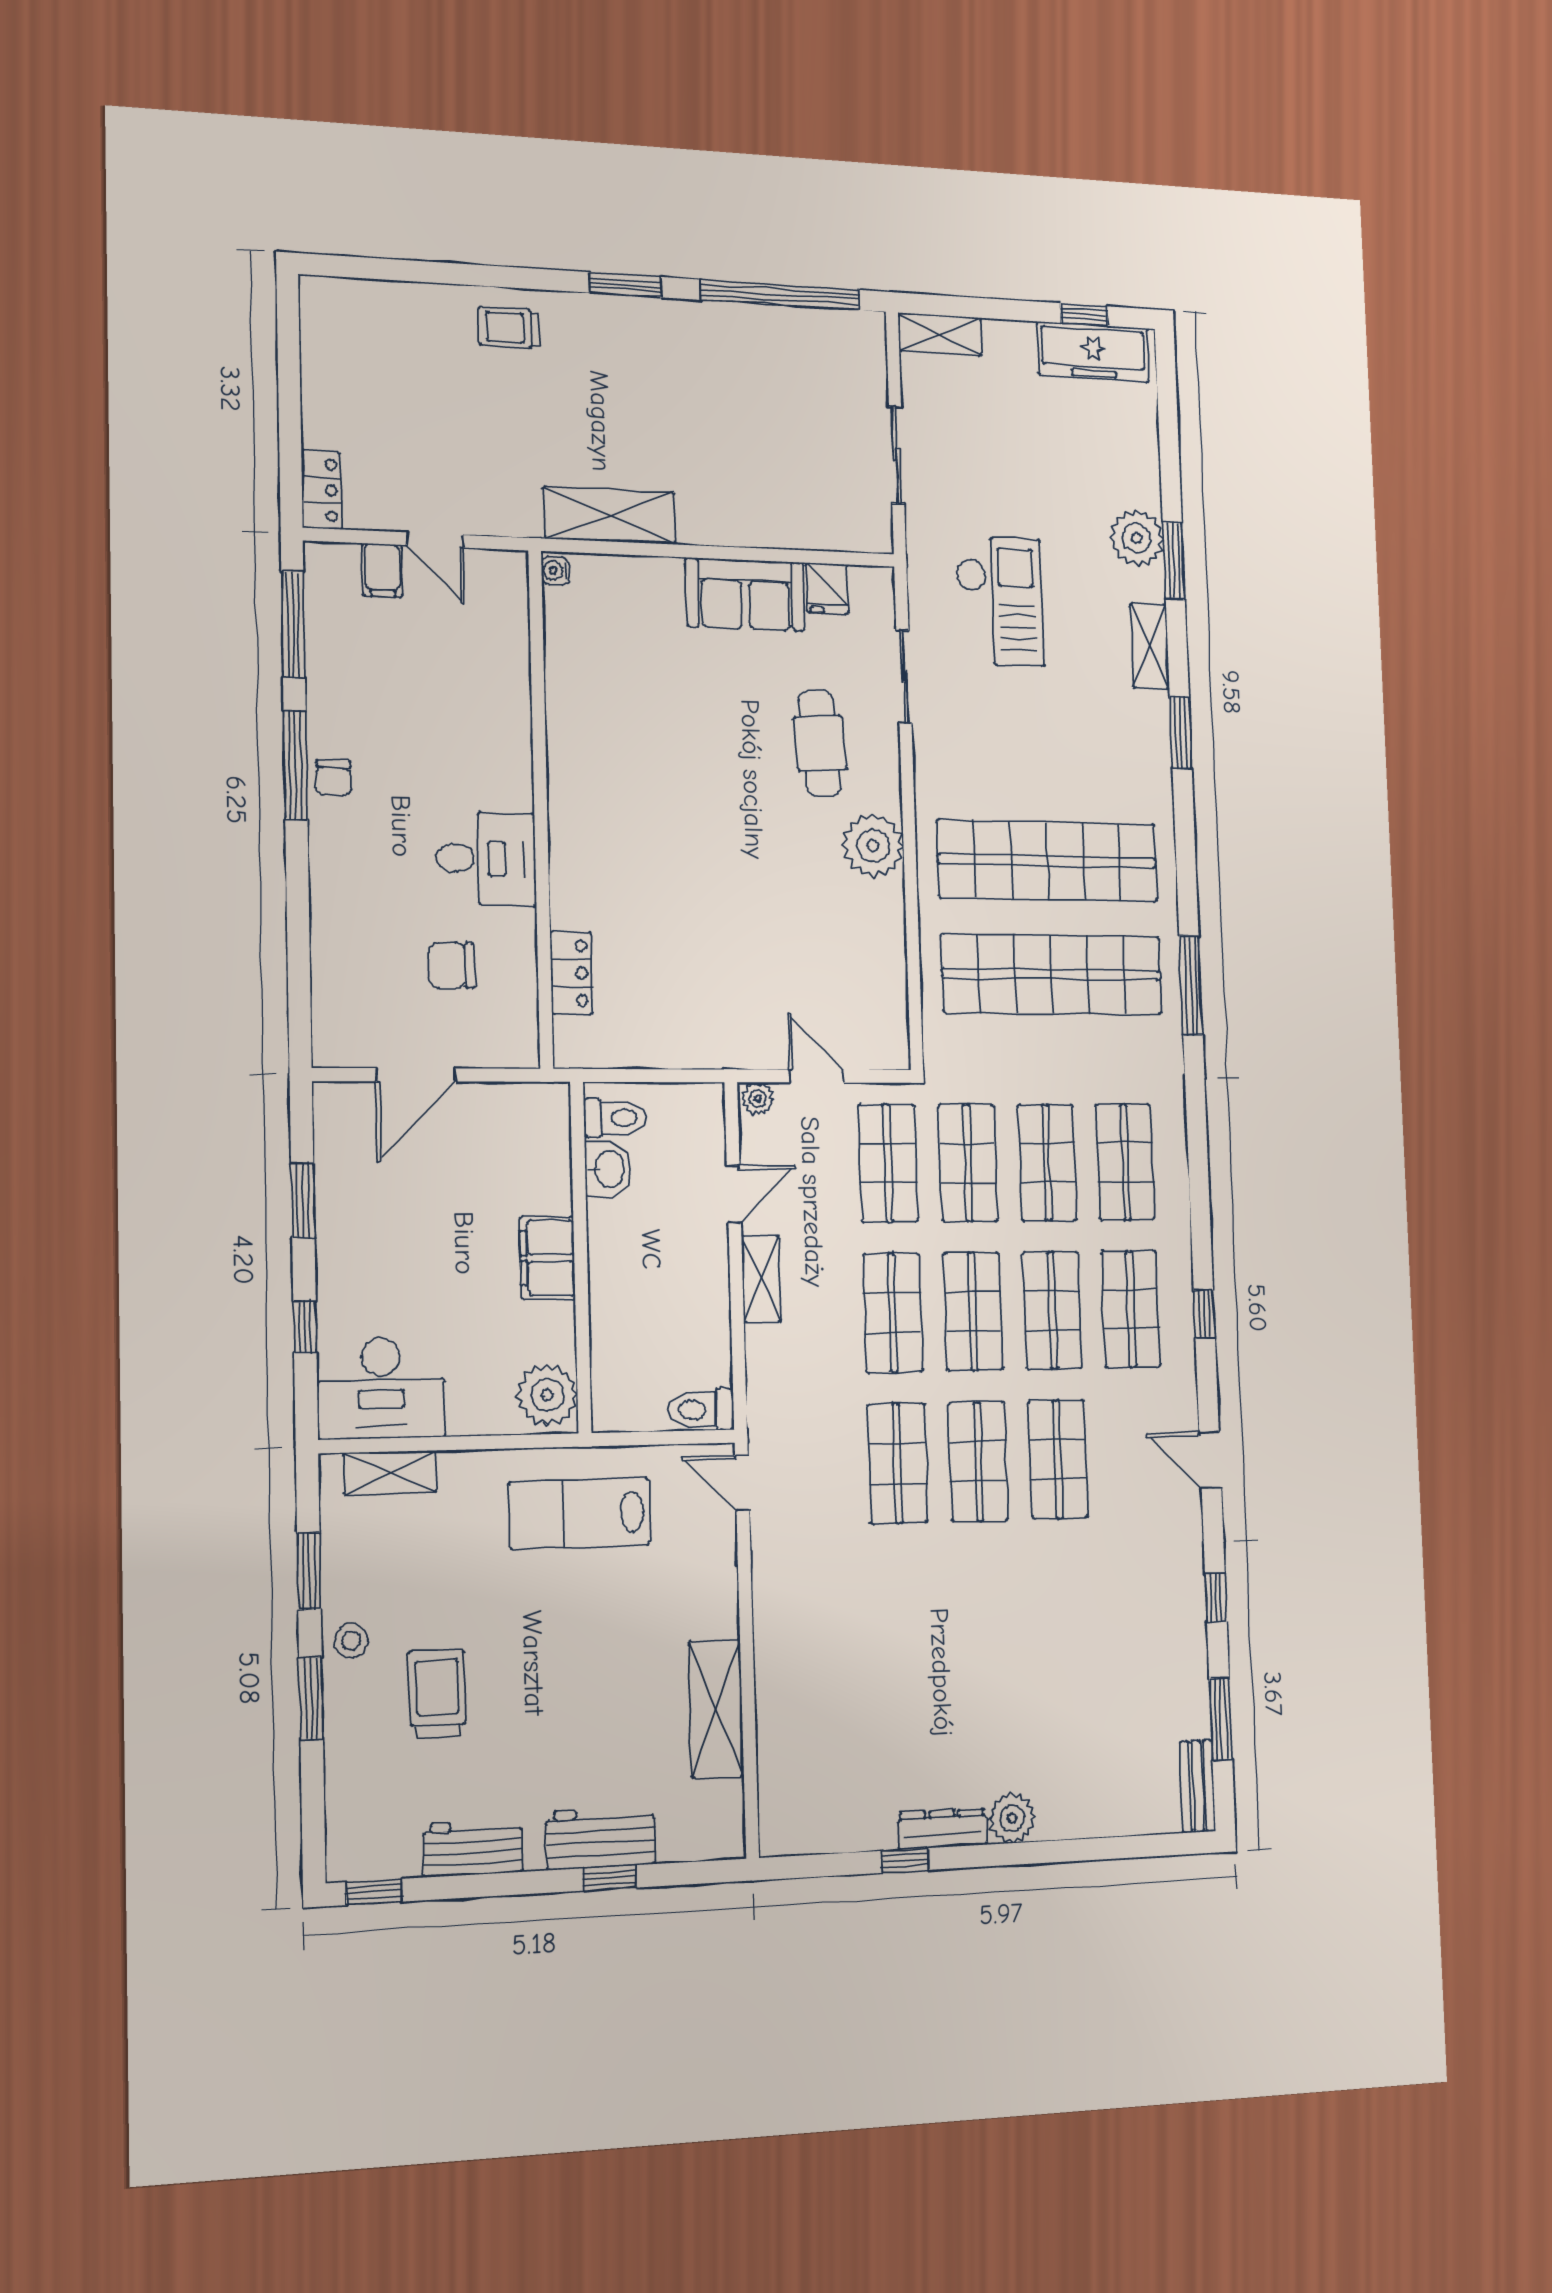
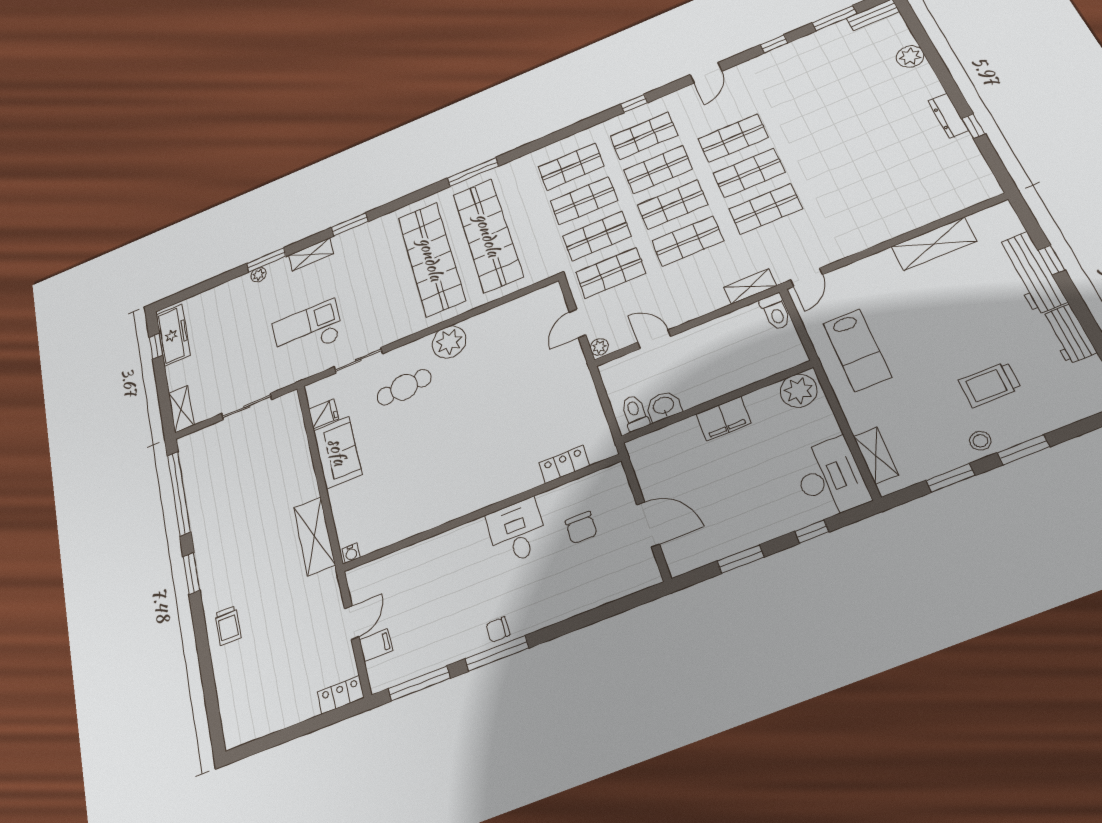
plant: (1137, 538) -> (259, 275), width x0.53, depth x0.53
chair: (334, 778) -> (498, 630), turned 180
shelving: (761, 1279) -> (750, 286), moved
plant: (1012, 1818) -> (910, 56), moved
workbench: (601, 1838) -> (1031, 273), width x1.38

